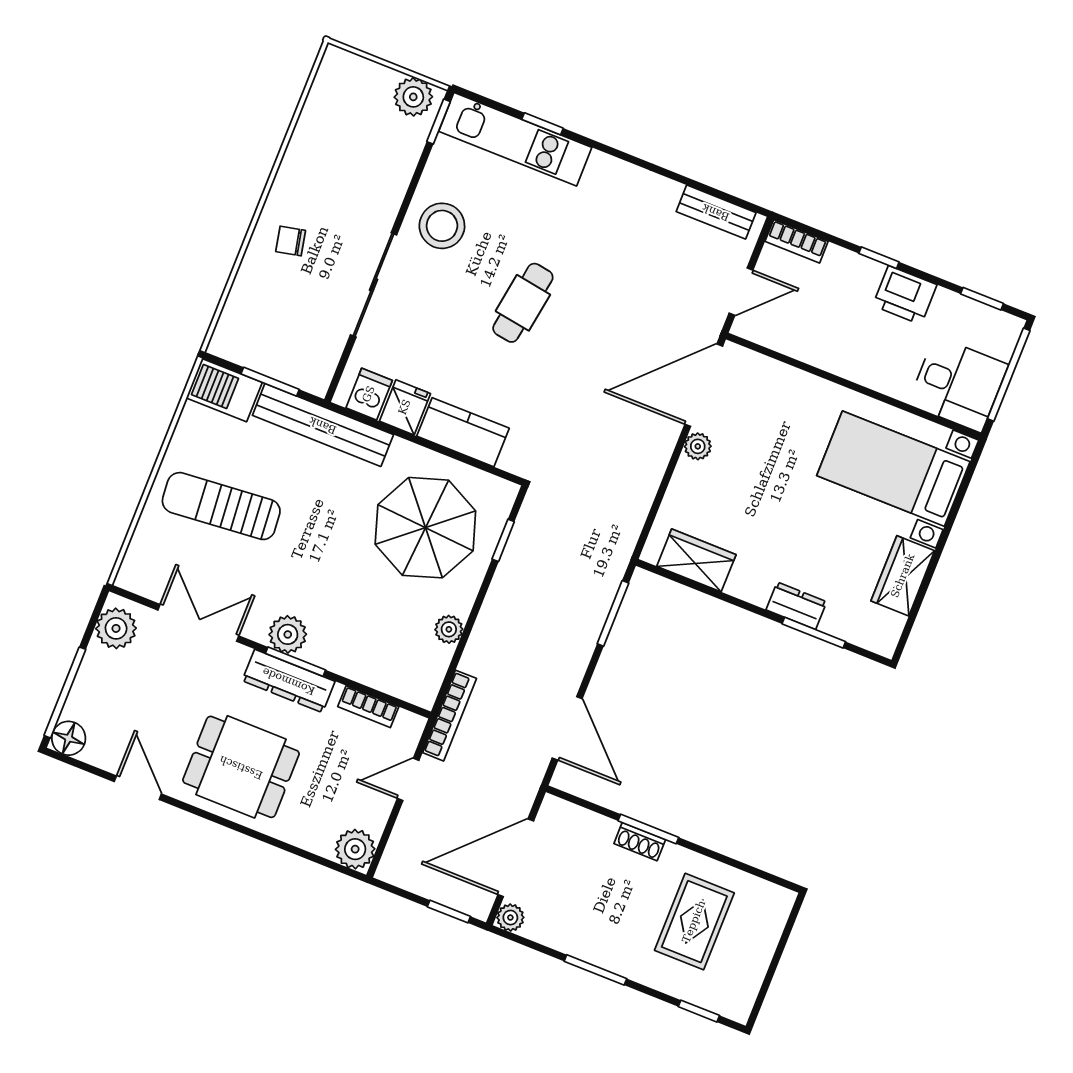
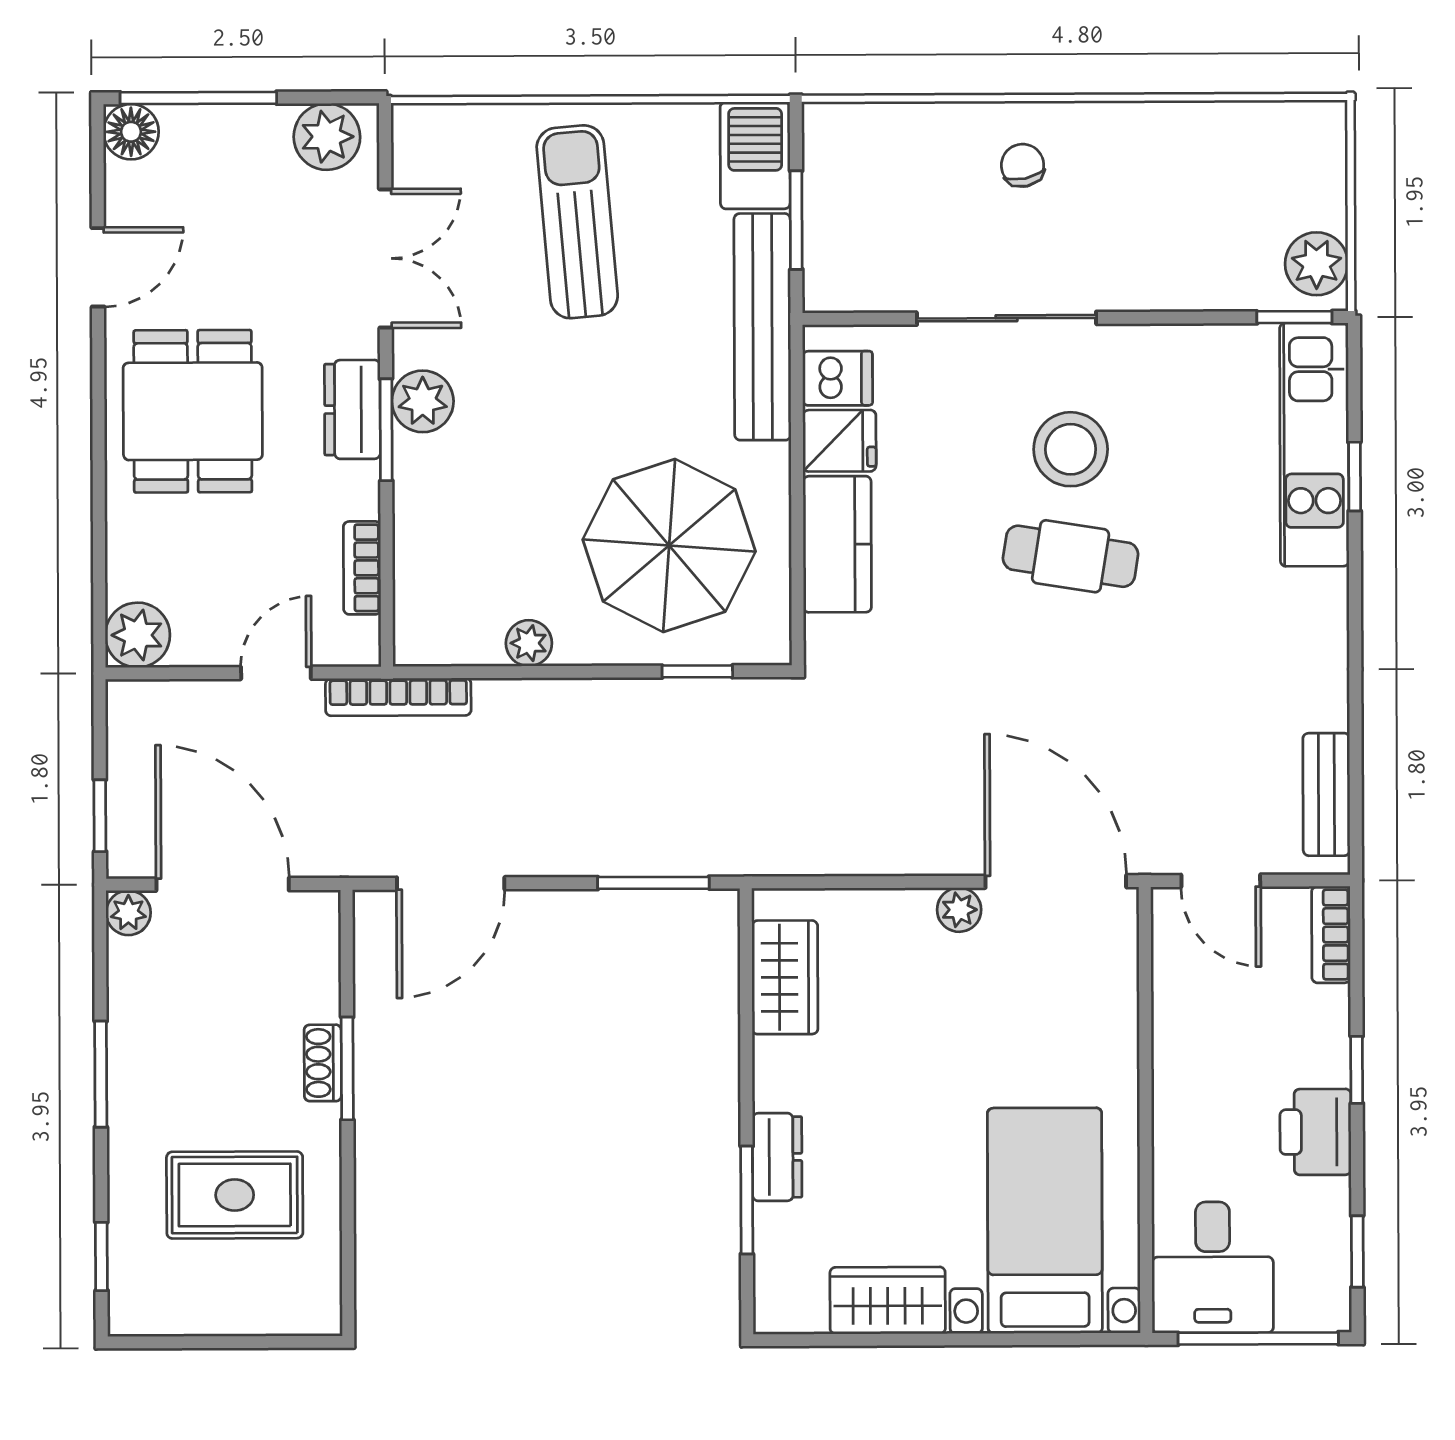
stool: (442, 226) -> (1071, 449), moved
dresser: (289, 681) -> (352, 409), width x0.70
door: (408, 779) -> (276, 673), hinge flipped

